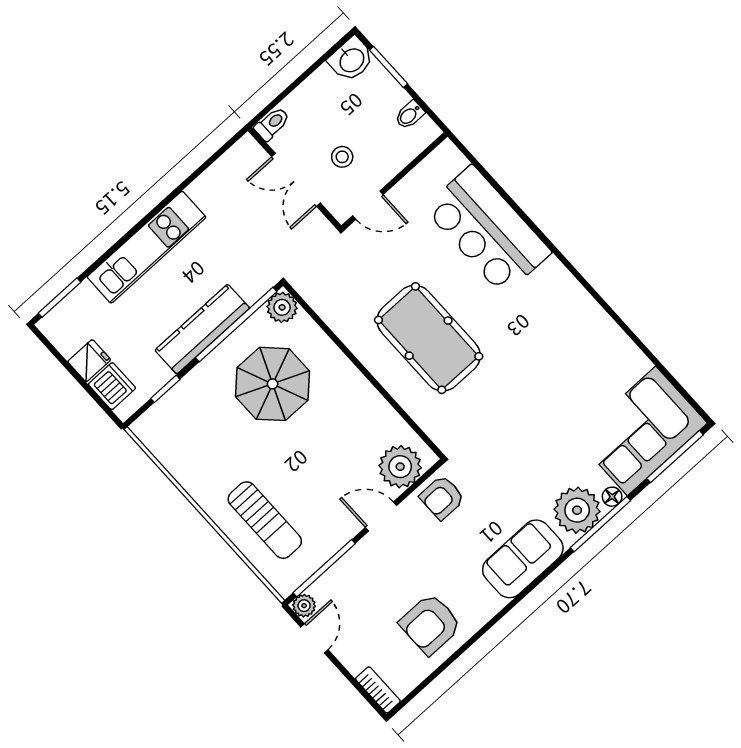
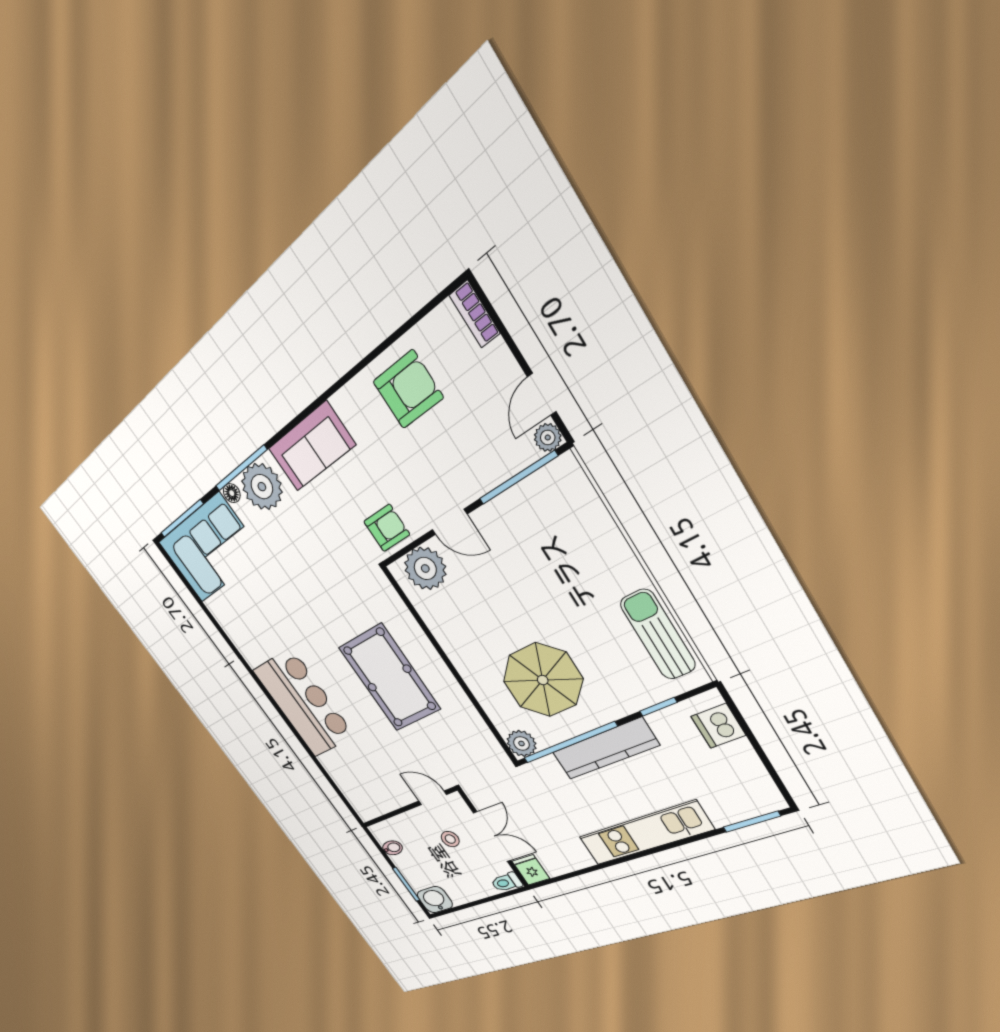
bar counter: (488, 230) -> (304, 703), moved
fridge: (89, 361) -> (531, 870), moved, turned 90
sun lounger: (265, 520) -> (658, 635), moved

